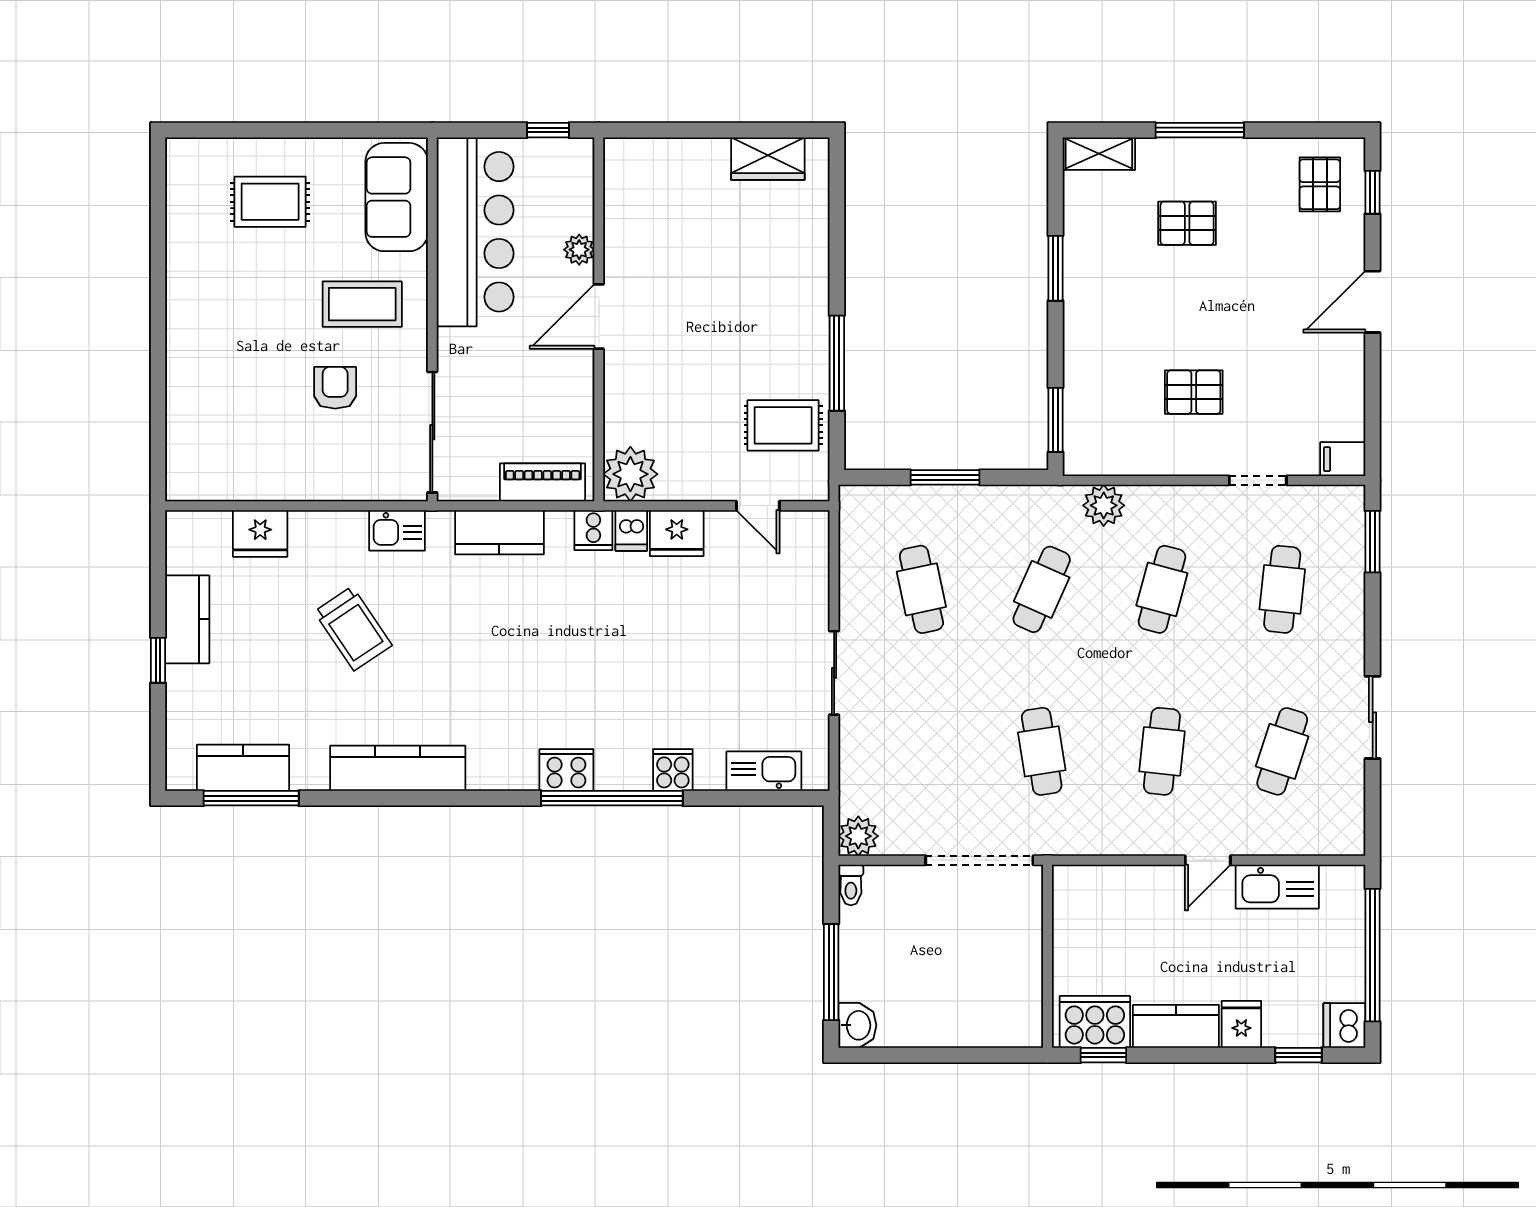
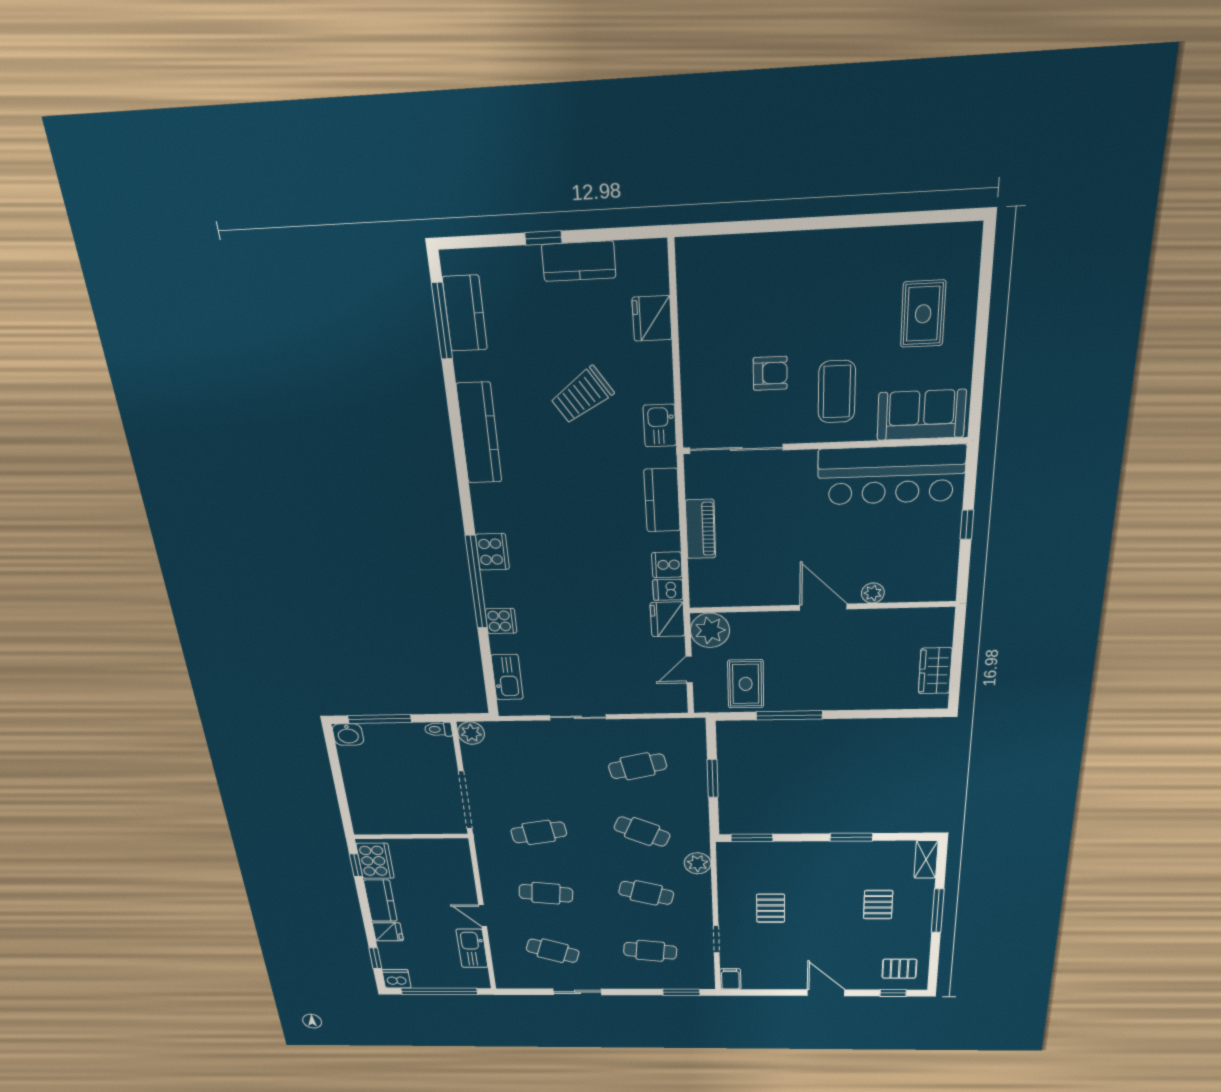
plant: (579, 250) -> (873, 593), moved
door: (599, 317) -> (823, 607), moved
wall: (599, 319) -> (821, 607), moved
plant: (630, 474) -> (710, 630), moved

